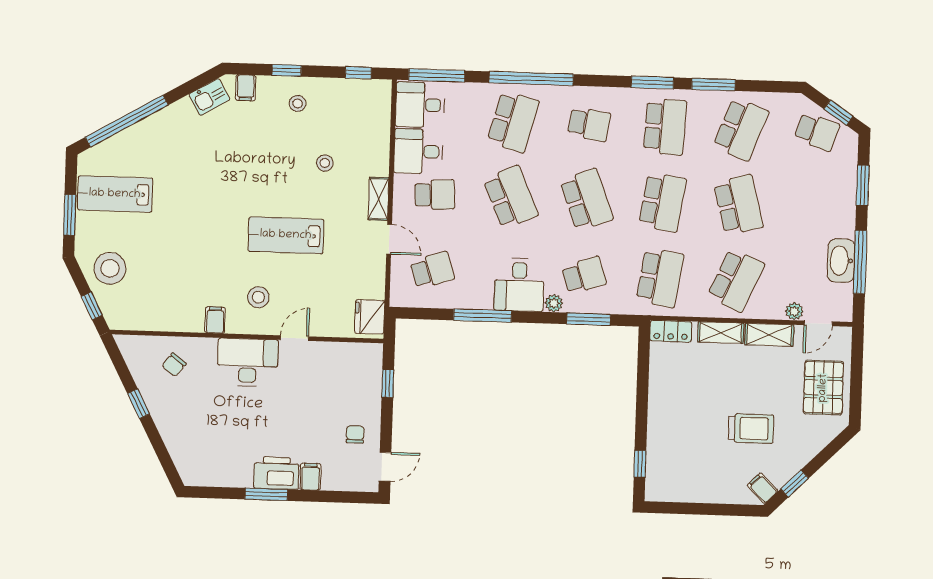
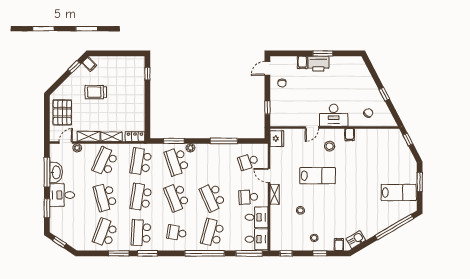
school desk: (817, 132) -> (69, 233), removed
stool: (110, 268) -> (400, 157), removed
school desk: (584, 275) -> (177, 162), width x1.85
desk: (519, 285) -> (62, 195), moved, turned -90

